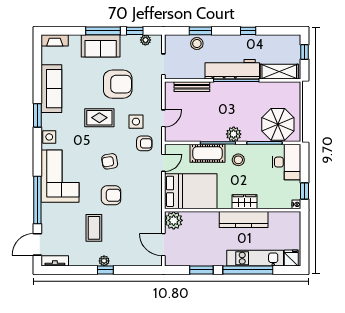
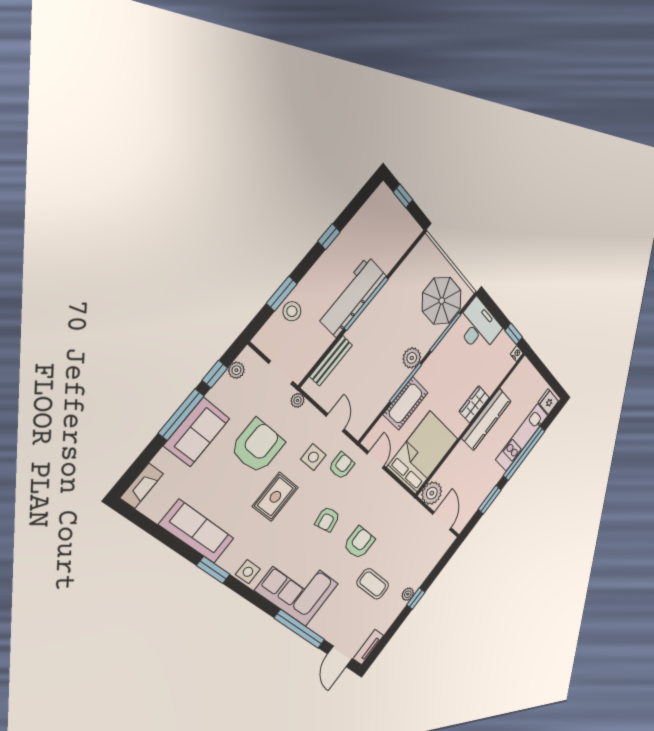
shelving: (279, 72) -> (398, 246), removed
plant: (157, 86) -> (298, 400), added
stool: (238, 160) -> (437, 376), removed
door: (163, 245) -> (442, 521), swing flipped

